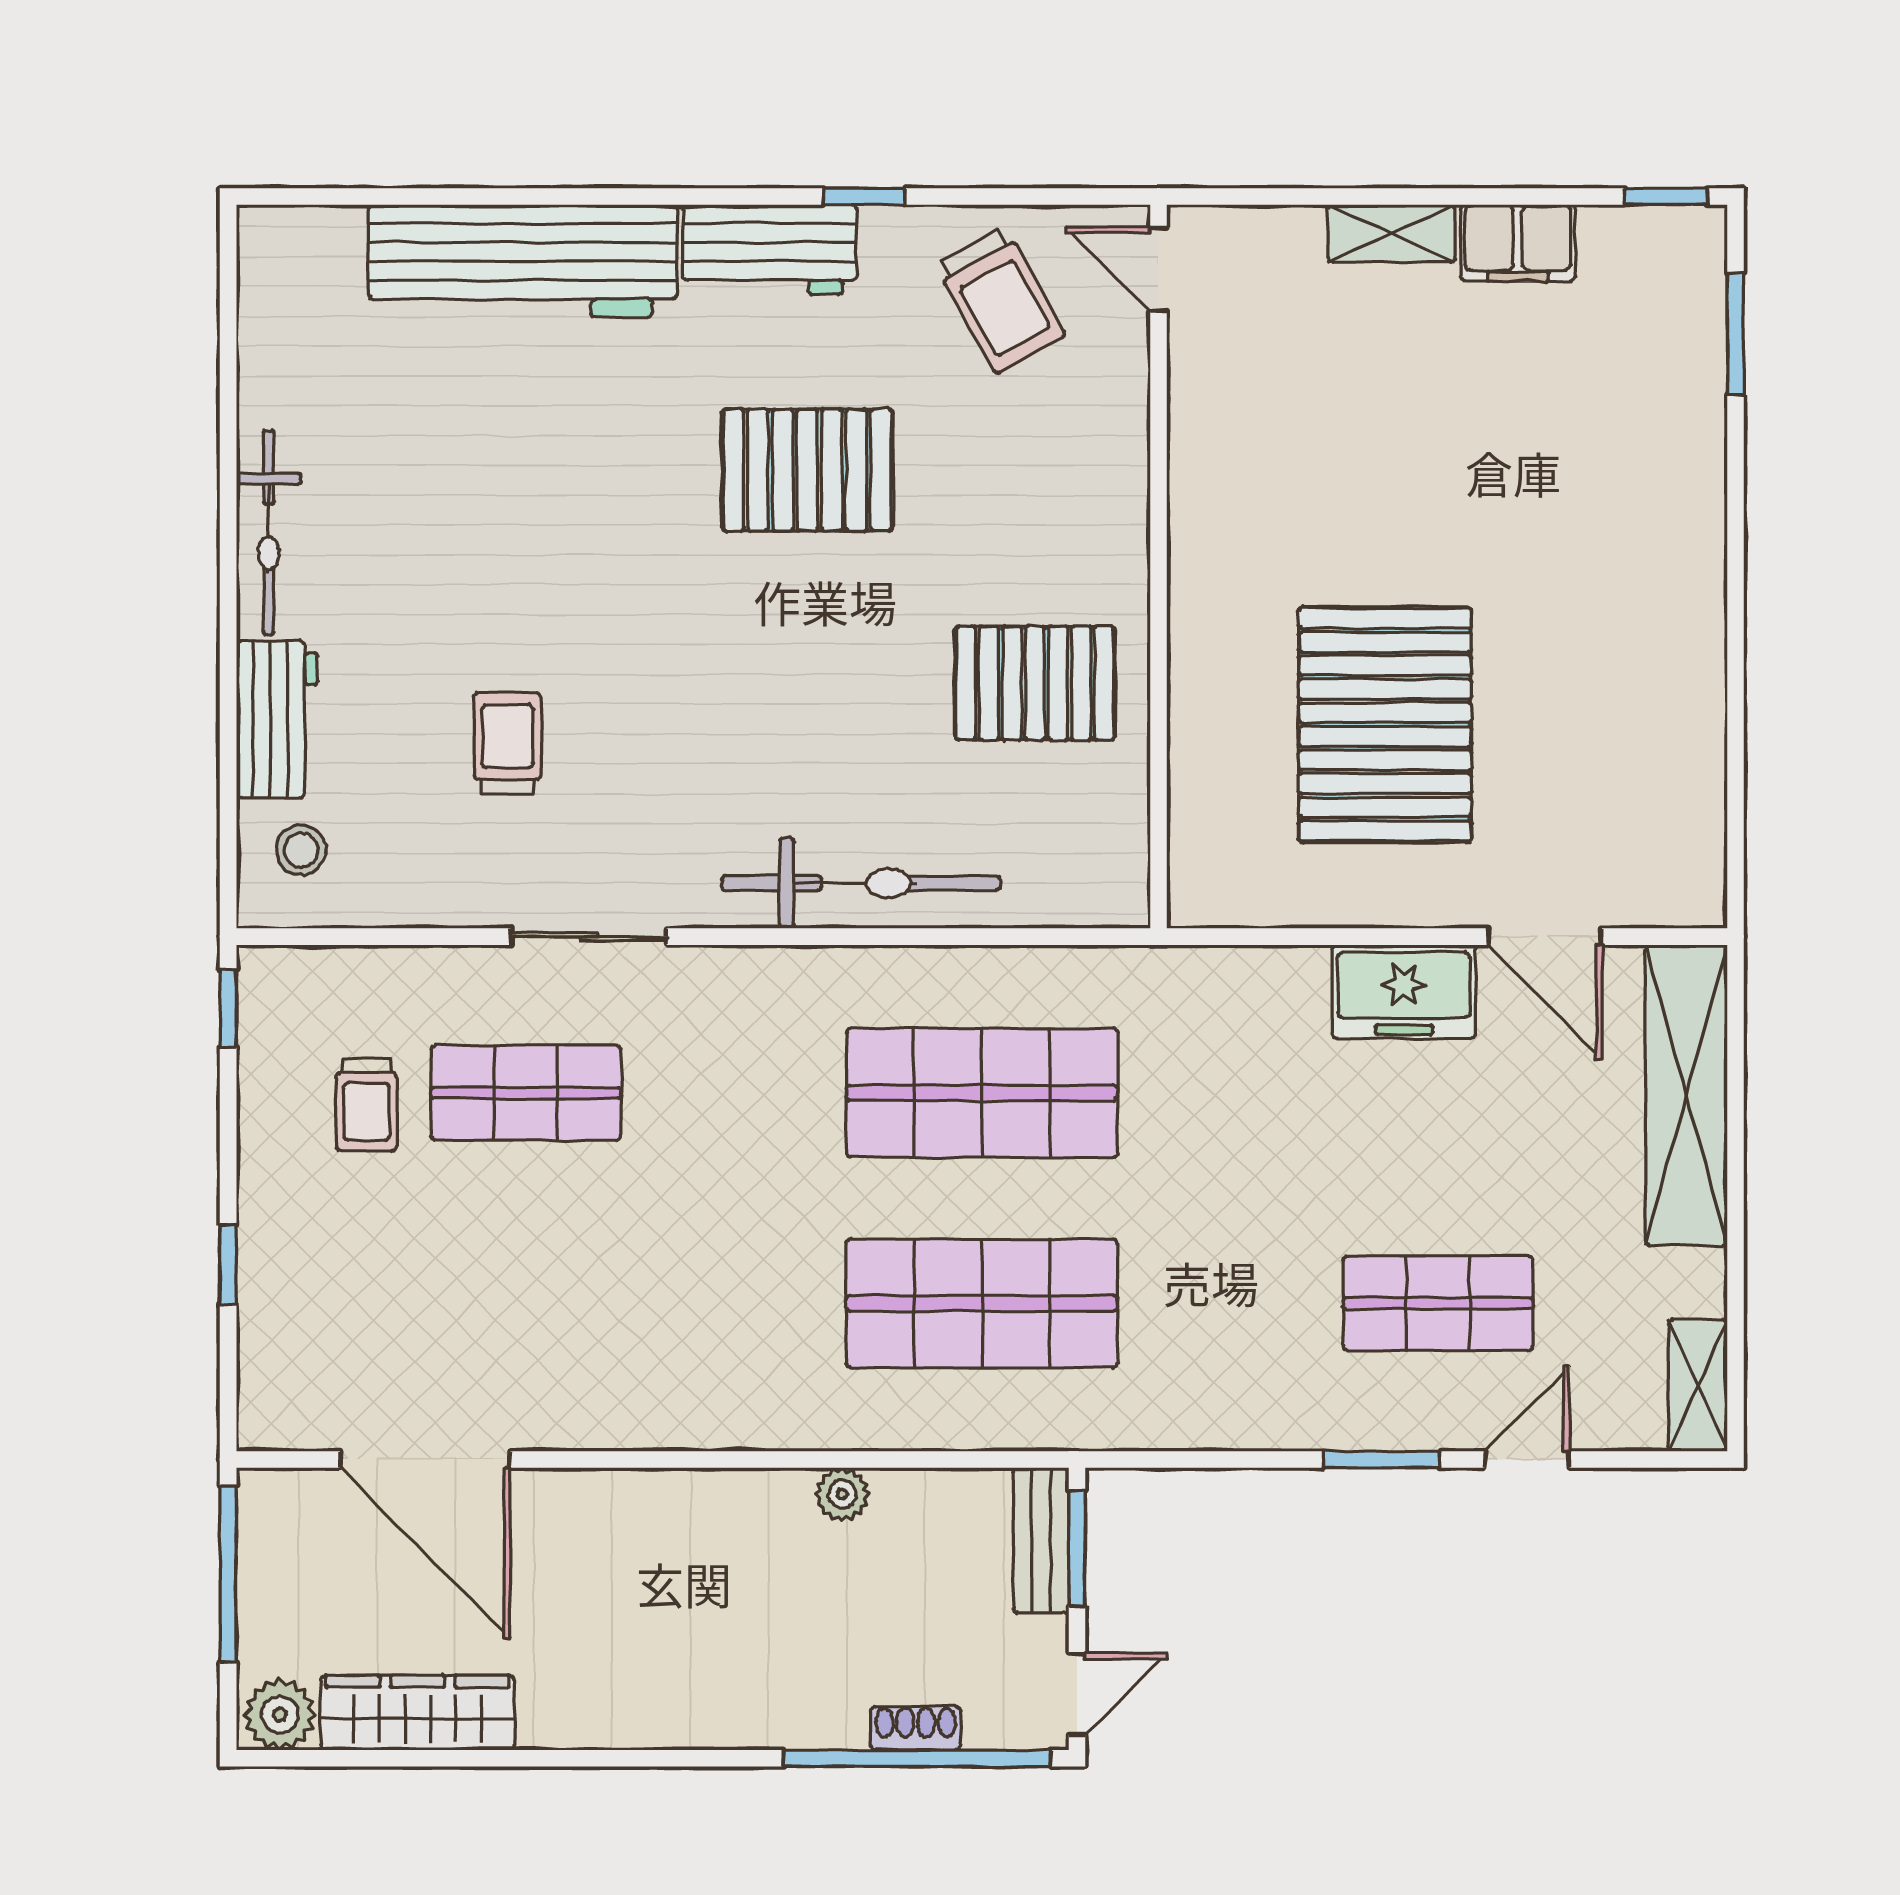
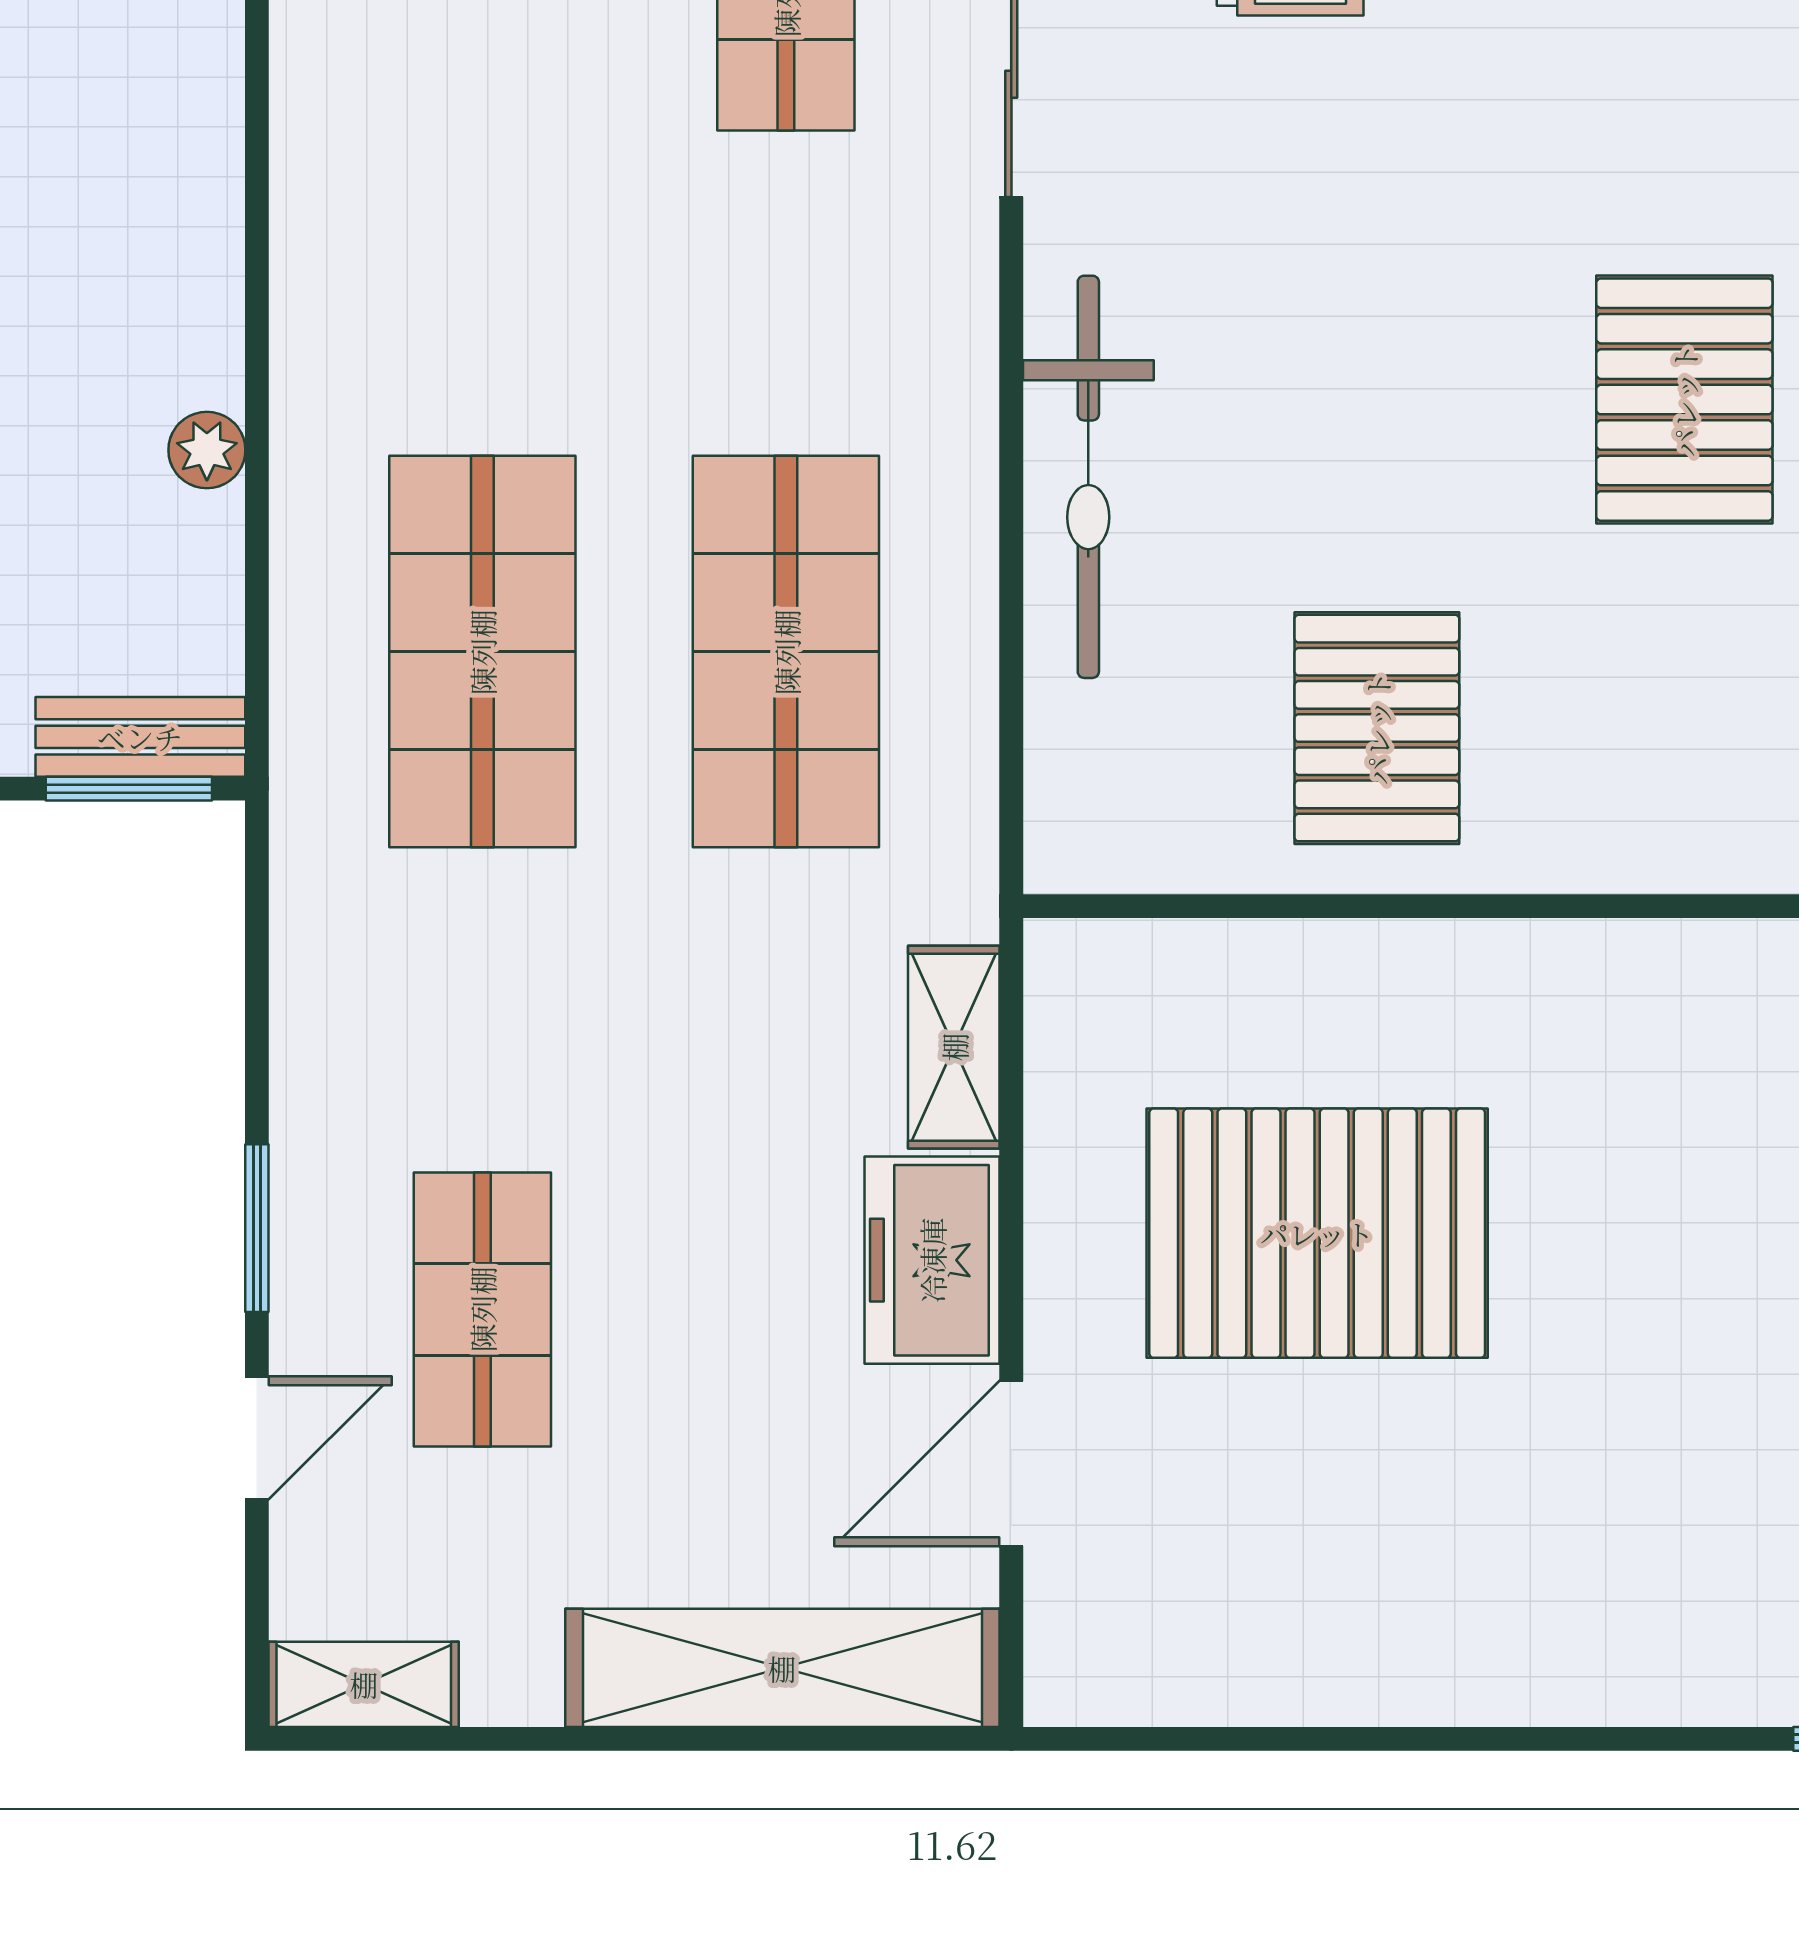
shelving: (1256, 976) -> (954, 1047), added
door: (1527, 1459) -> (257, 1438), hinge flipped

